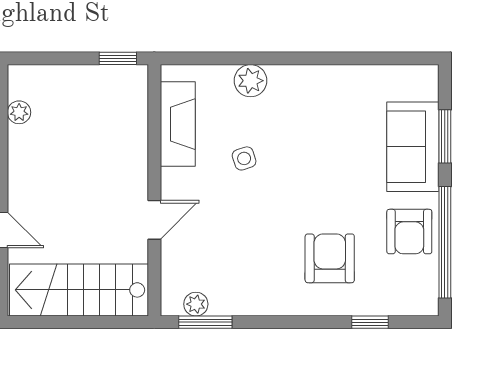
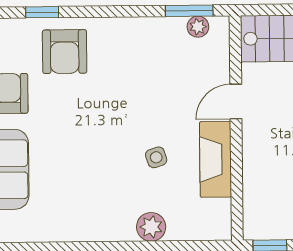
fireplace: (178, 124) -> (215, 159), moved
armchair: (330, 258) -> (65, 52), moved

